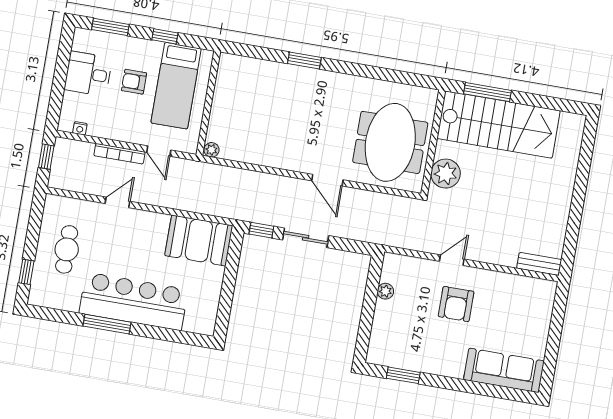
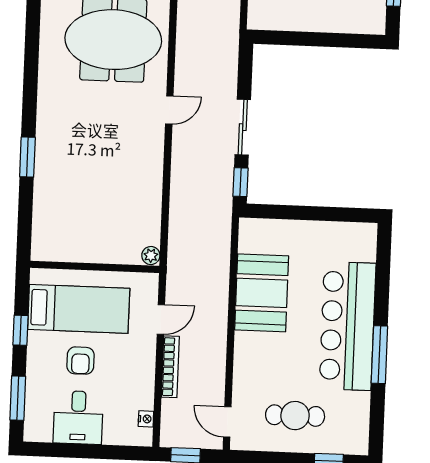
door: (327, 180) -> (169, 110), width x0.73
door: (118, 202) -> (227, 422), moved
booth: (199, 240) -> (262, 293), moved
plant: (385, 291) -> (295, 22), removed

